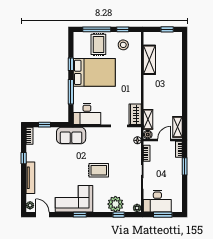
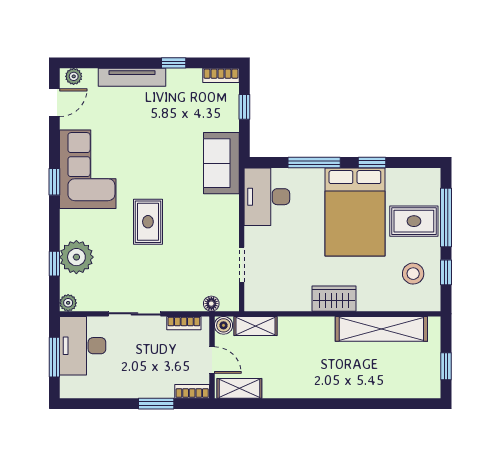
shelving: (149, 60) -> (381, 329), width x1.47
wardrobe: (135, 114) -> (334, 299), moved

